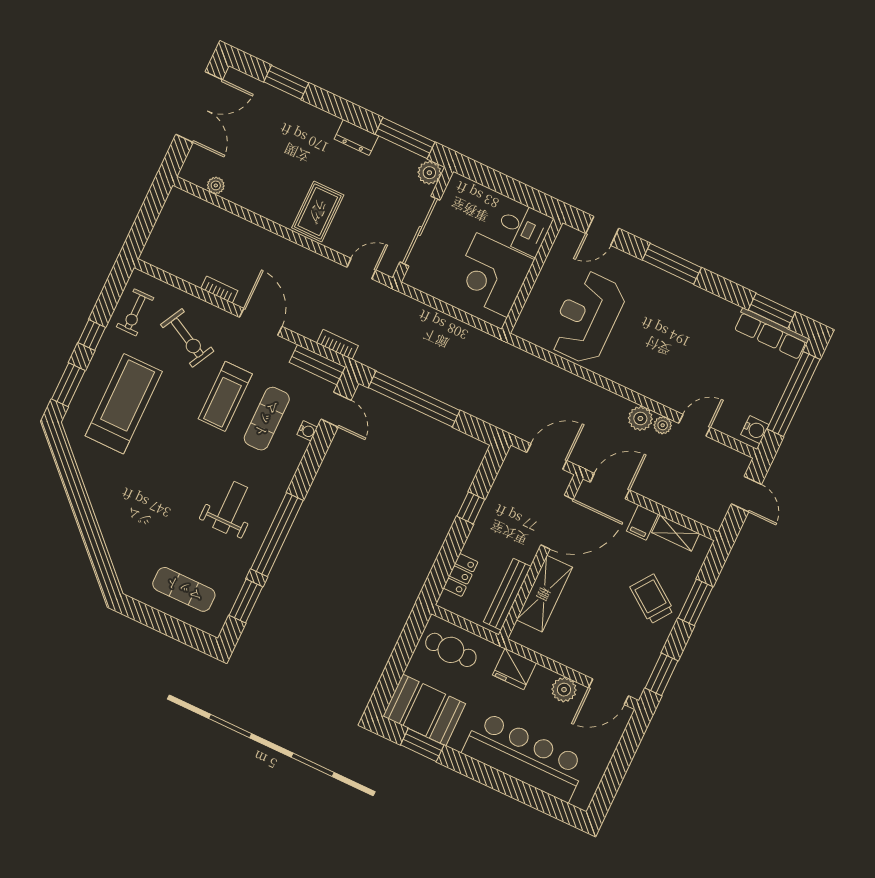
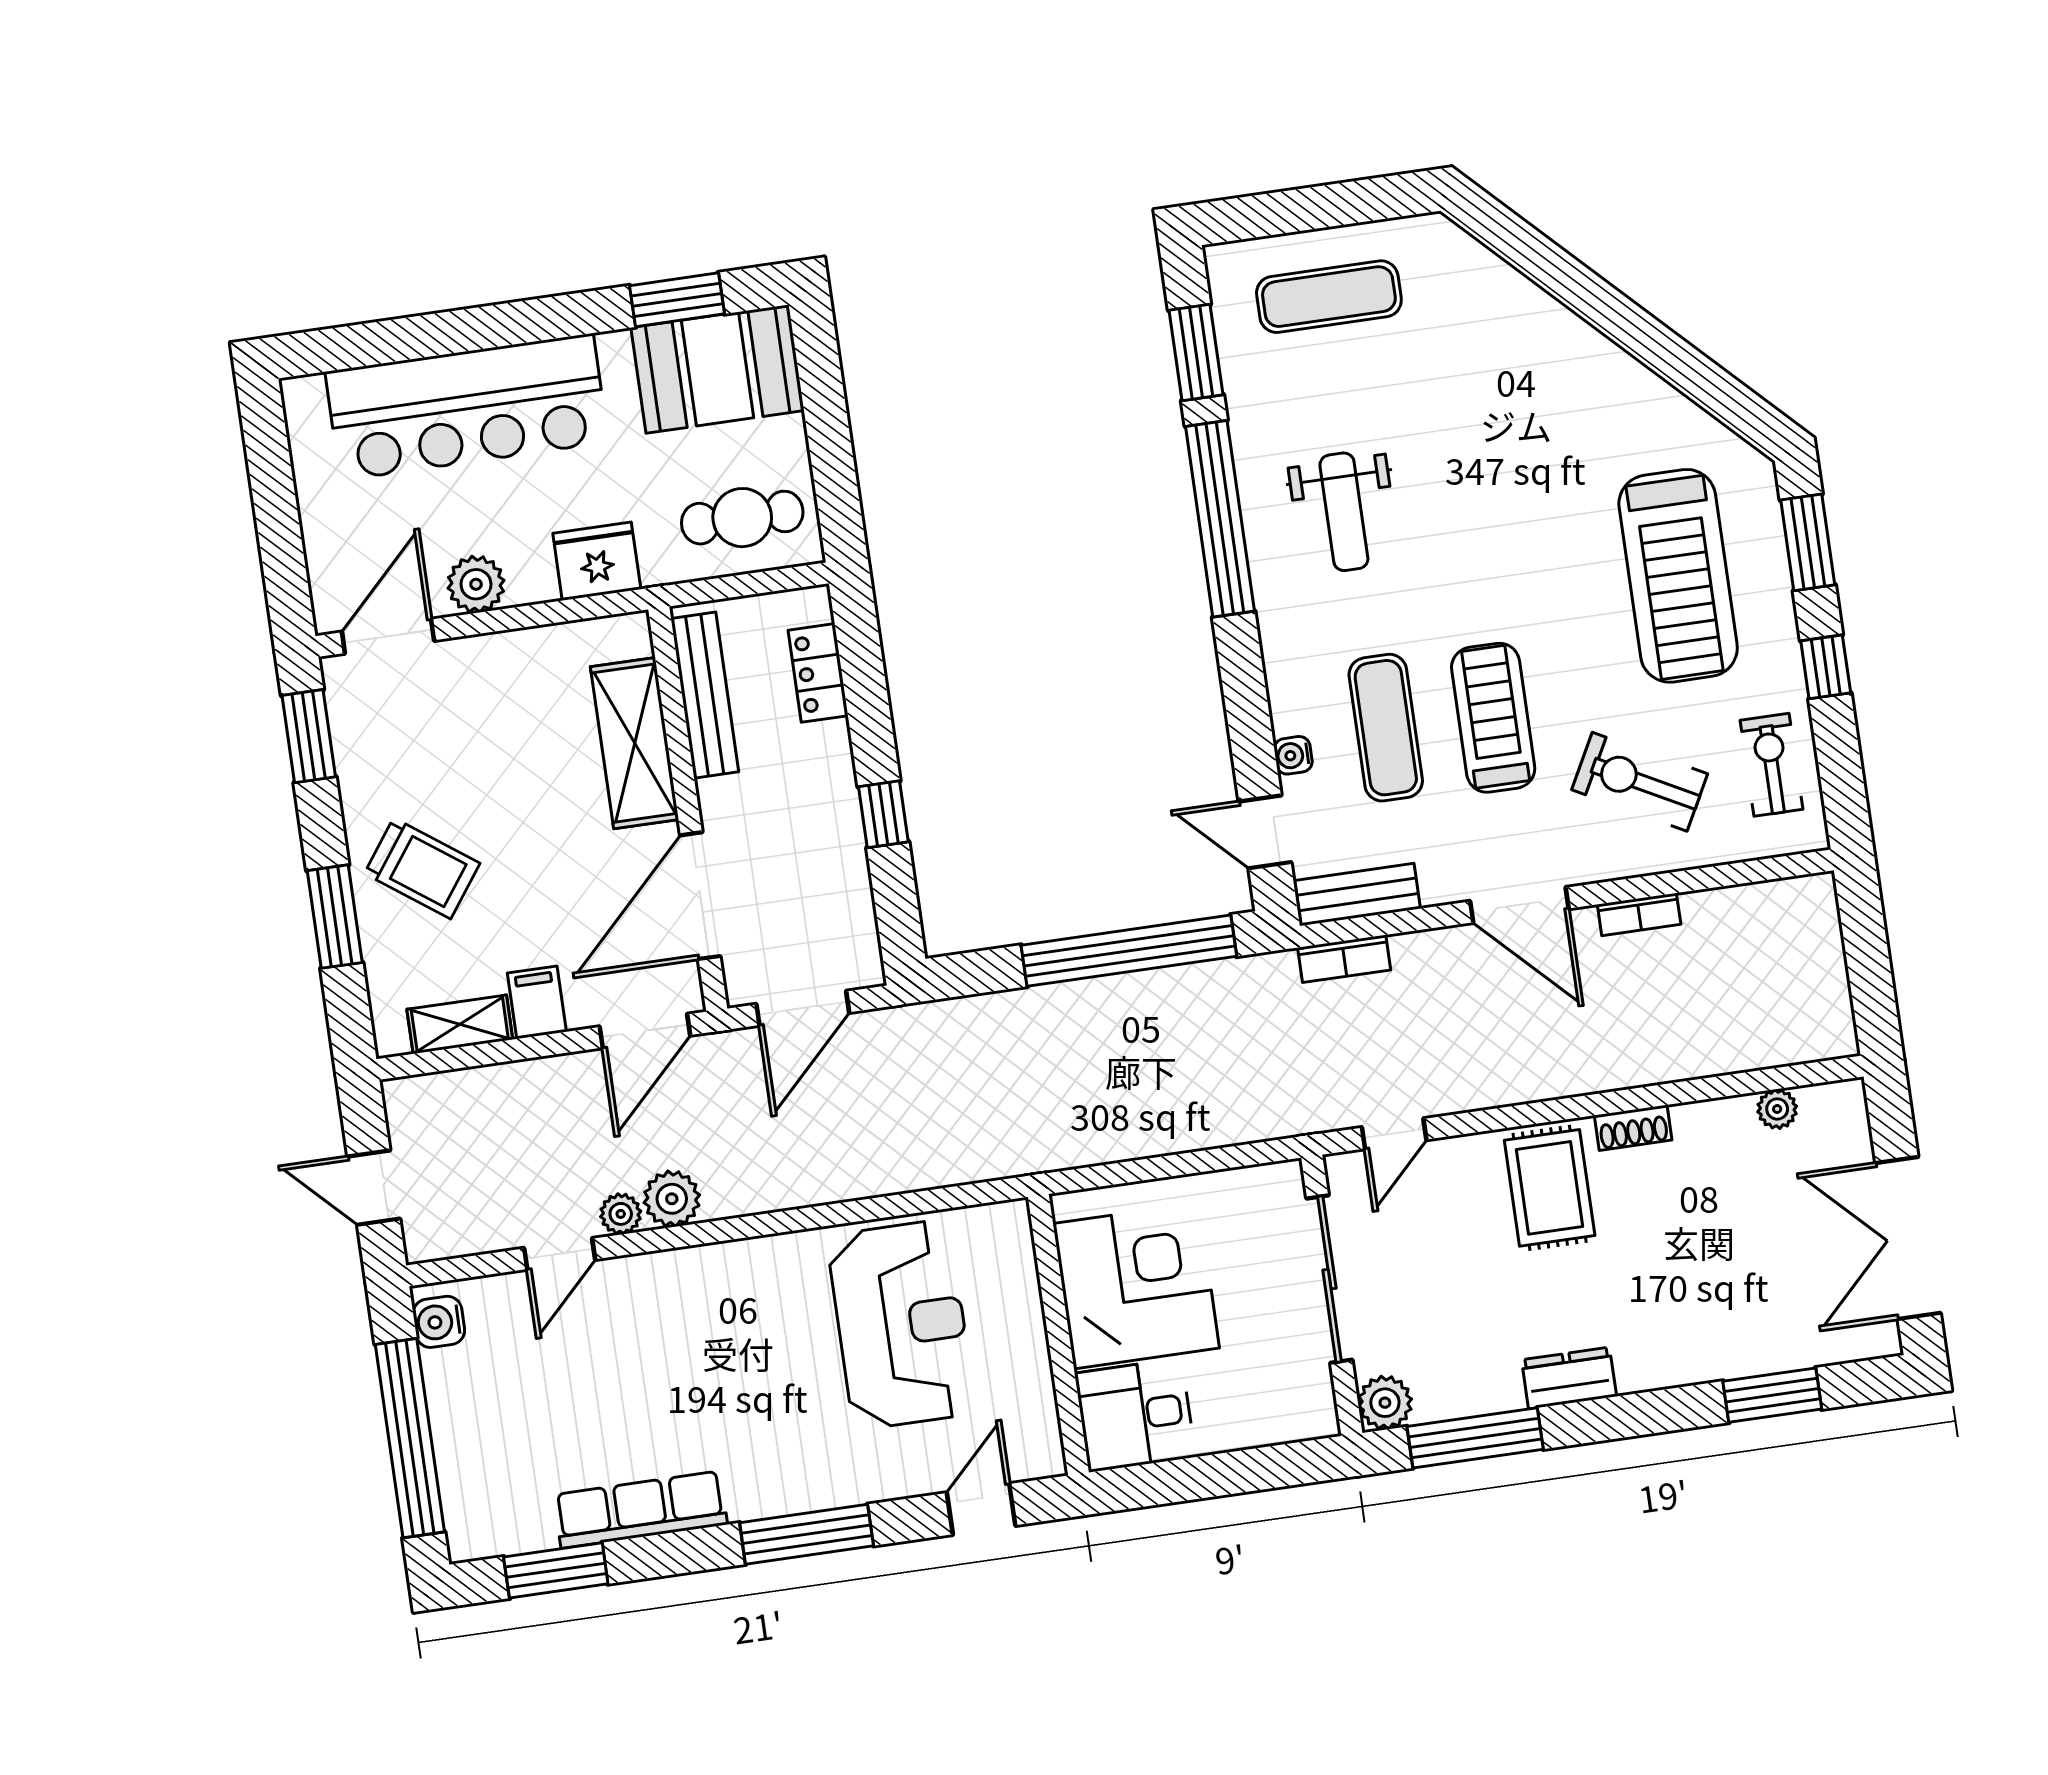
shoe rack: (273, 213) -> (1633, 1128), added
row of seats: (771, 334) -> (640, 1510), moved

